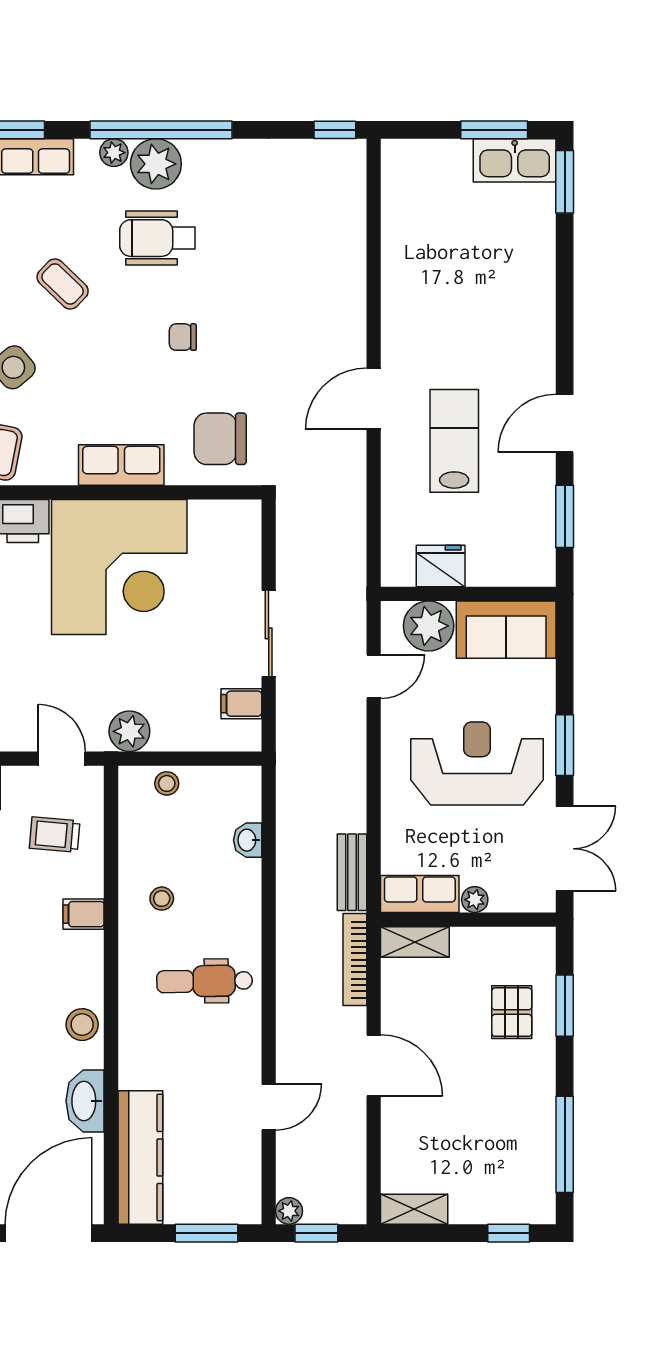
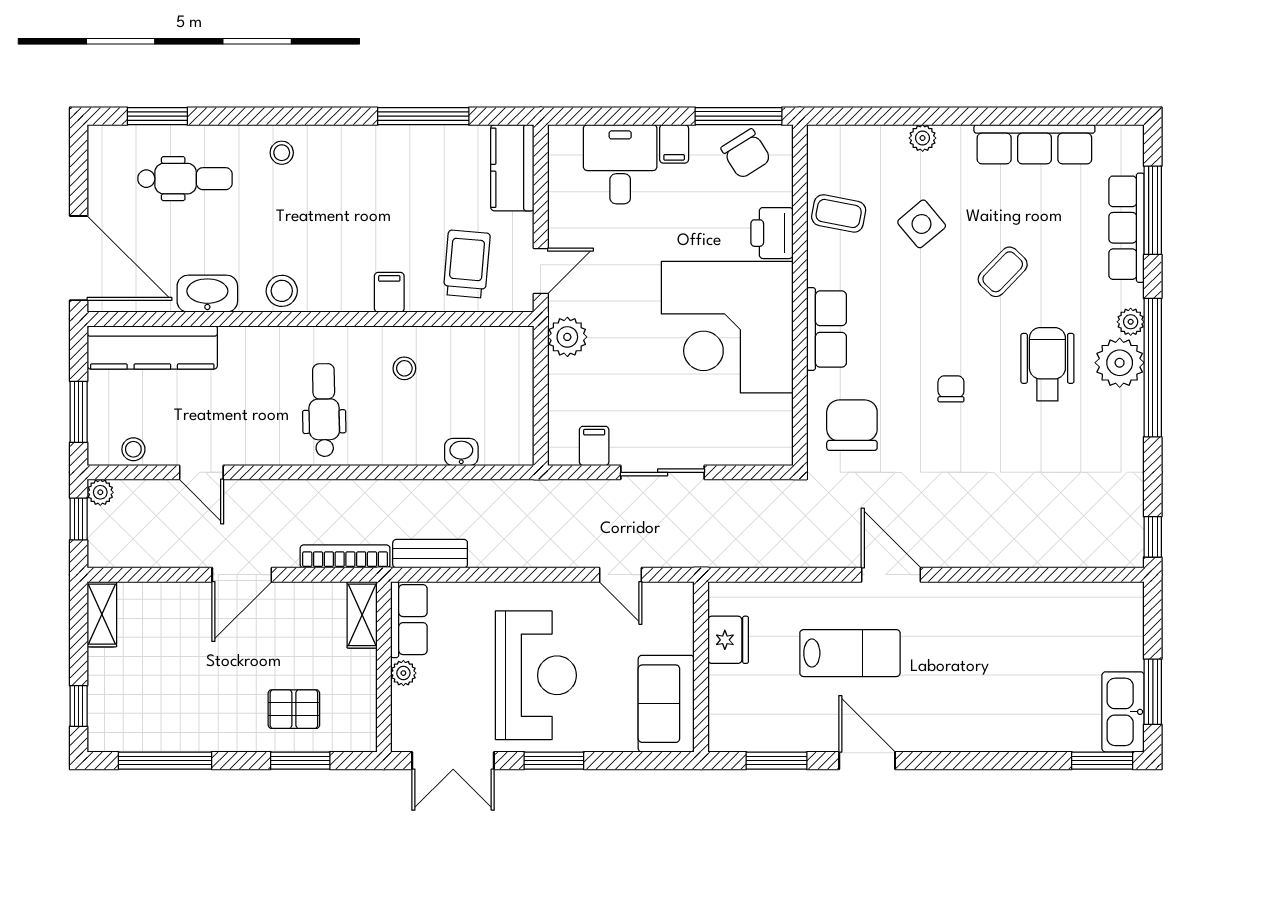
plant: (429, 626) -> (670, 628), removed
stool: (167, 783) -> (133, 449), moved
trolley: (55, 835) -> (467, 264), width x1.36, depth x1.39

